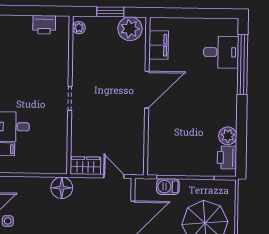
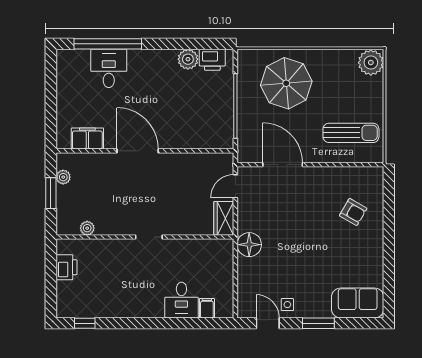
plant: (79, 28) -> (87, 228), moved
plant: (130, 29) -> (63, 177), width x0.53, depth x0.53
desk: (221, 52) -> (109, 68), moved
barbecue: (168, 187) -> (246, 125), removed

